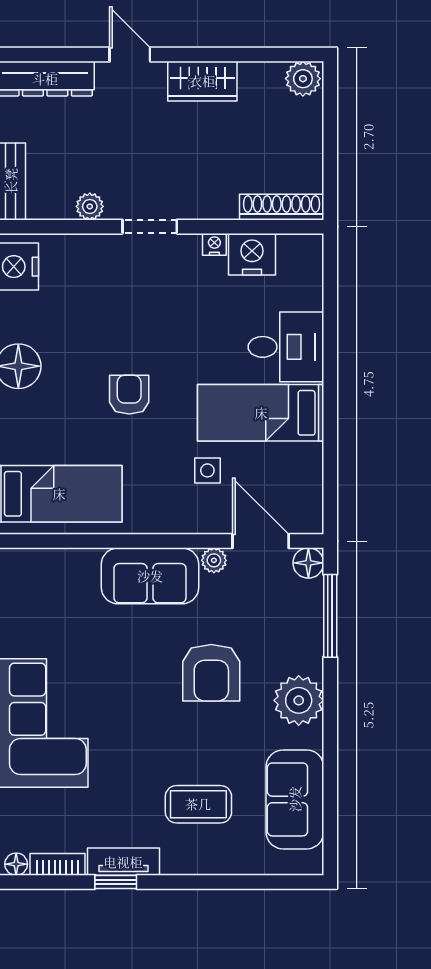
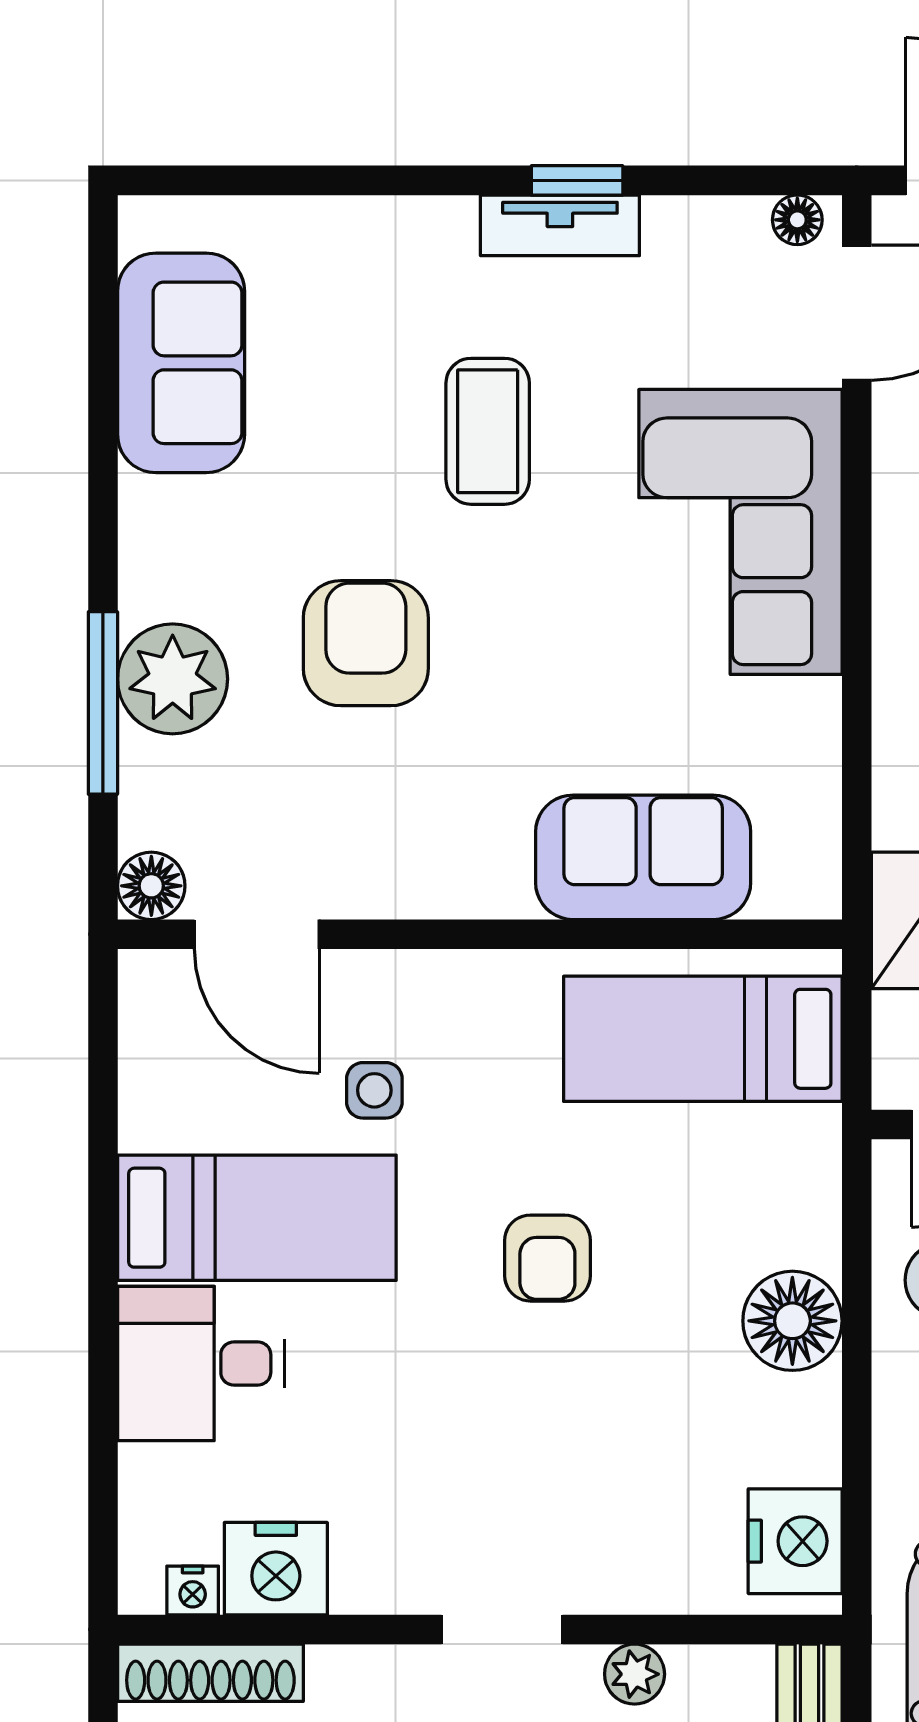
nightstand: (214, 244) -> (193, 1590), moved
plant: (214, 560) -> (360, 892), removed
sofa: (150, 576) -> (643, 857), moved
window: (330, 616) -> (103, 703), moved
plant: (299, 700) -> (173, 679), moved
coffee table: (198, 804) -> (488, 431), moved, turned 90
bookcase: (57, 864) -> (706, 219), removed

